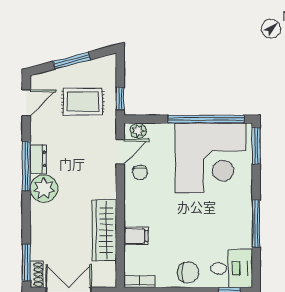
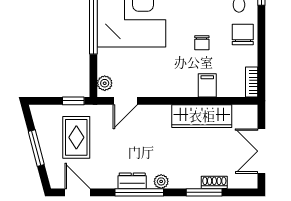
door: (120, 152) -> (125, 101), swing flipped
chair: (140, 173) -> (202, 43), moved, turned 92
plant: (44, 189) -> (161, 181), width x0.53, depth x0.53
window: (26, 263) -> (204, 192), moved
shoe rack: (37, 274) -> (214, 182), moved

